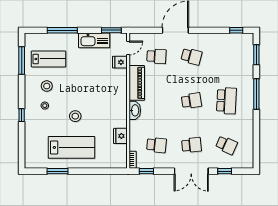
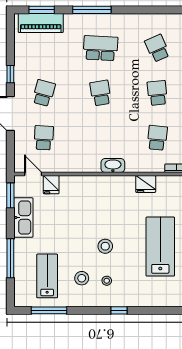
window: (236, 30) -> (10, 74), moved
piano: (137, 83) -> (41, 23), moved, turned 180
stool: (75, 116) -> (105, 246), moved
school desk: (226, 145) -> (157, 48), turned -48

